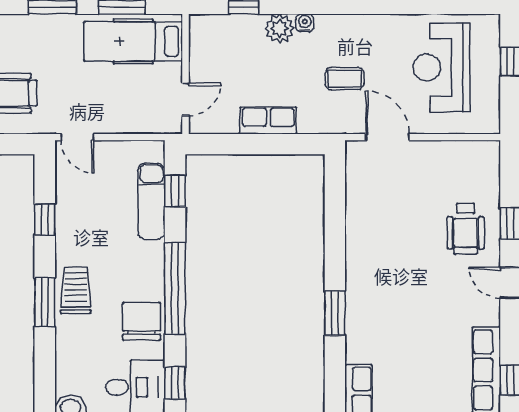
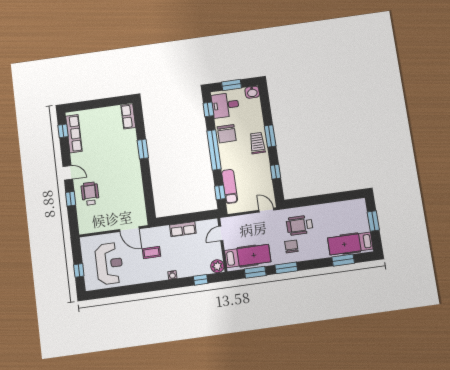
plant: (279, 28) -> (217, 266), moved
chair: (34, 49) -> (291, 246), added
trolley: (76, 290) -> (257, 143), turned 180

